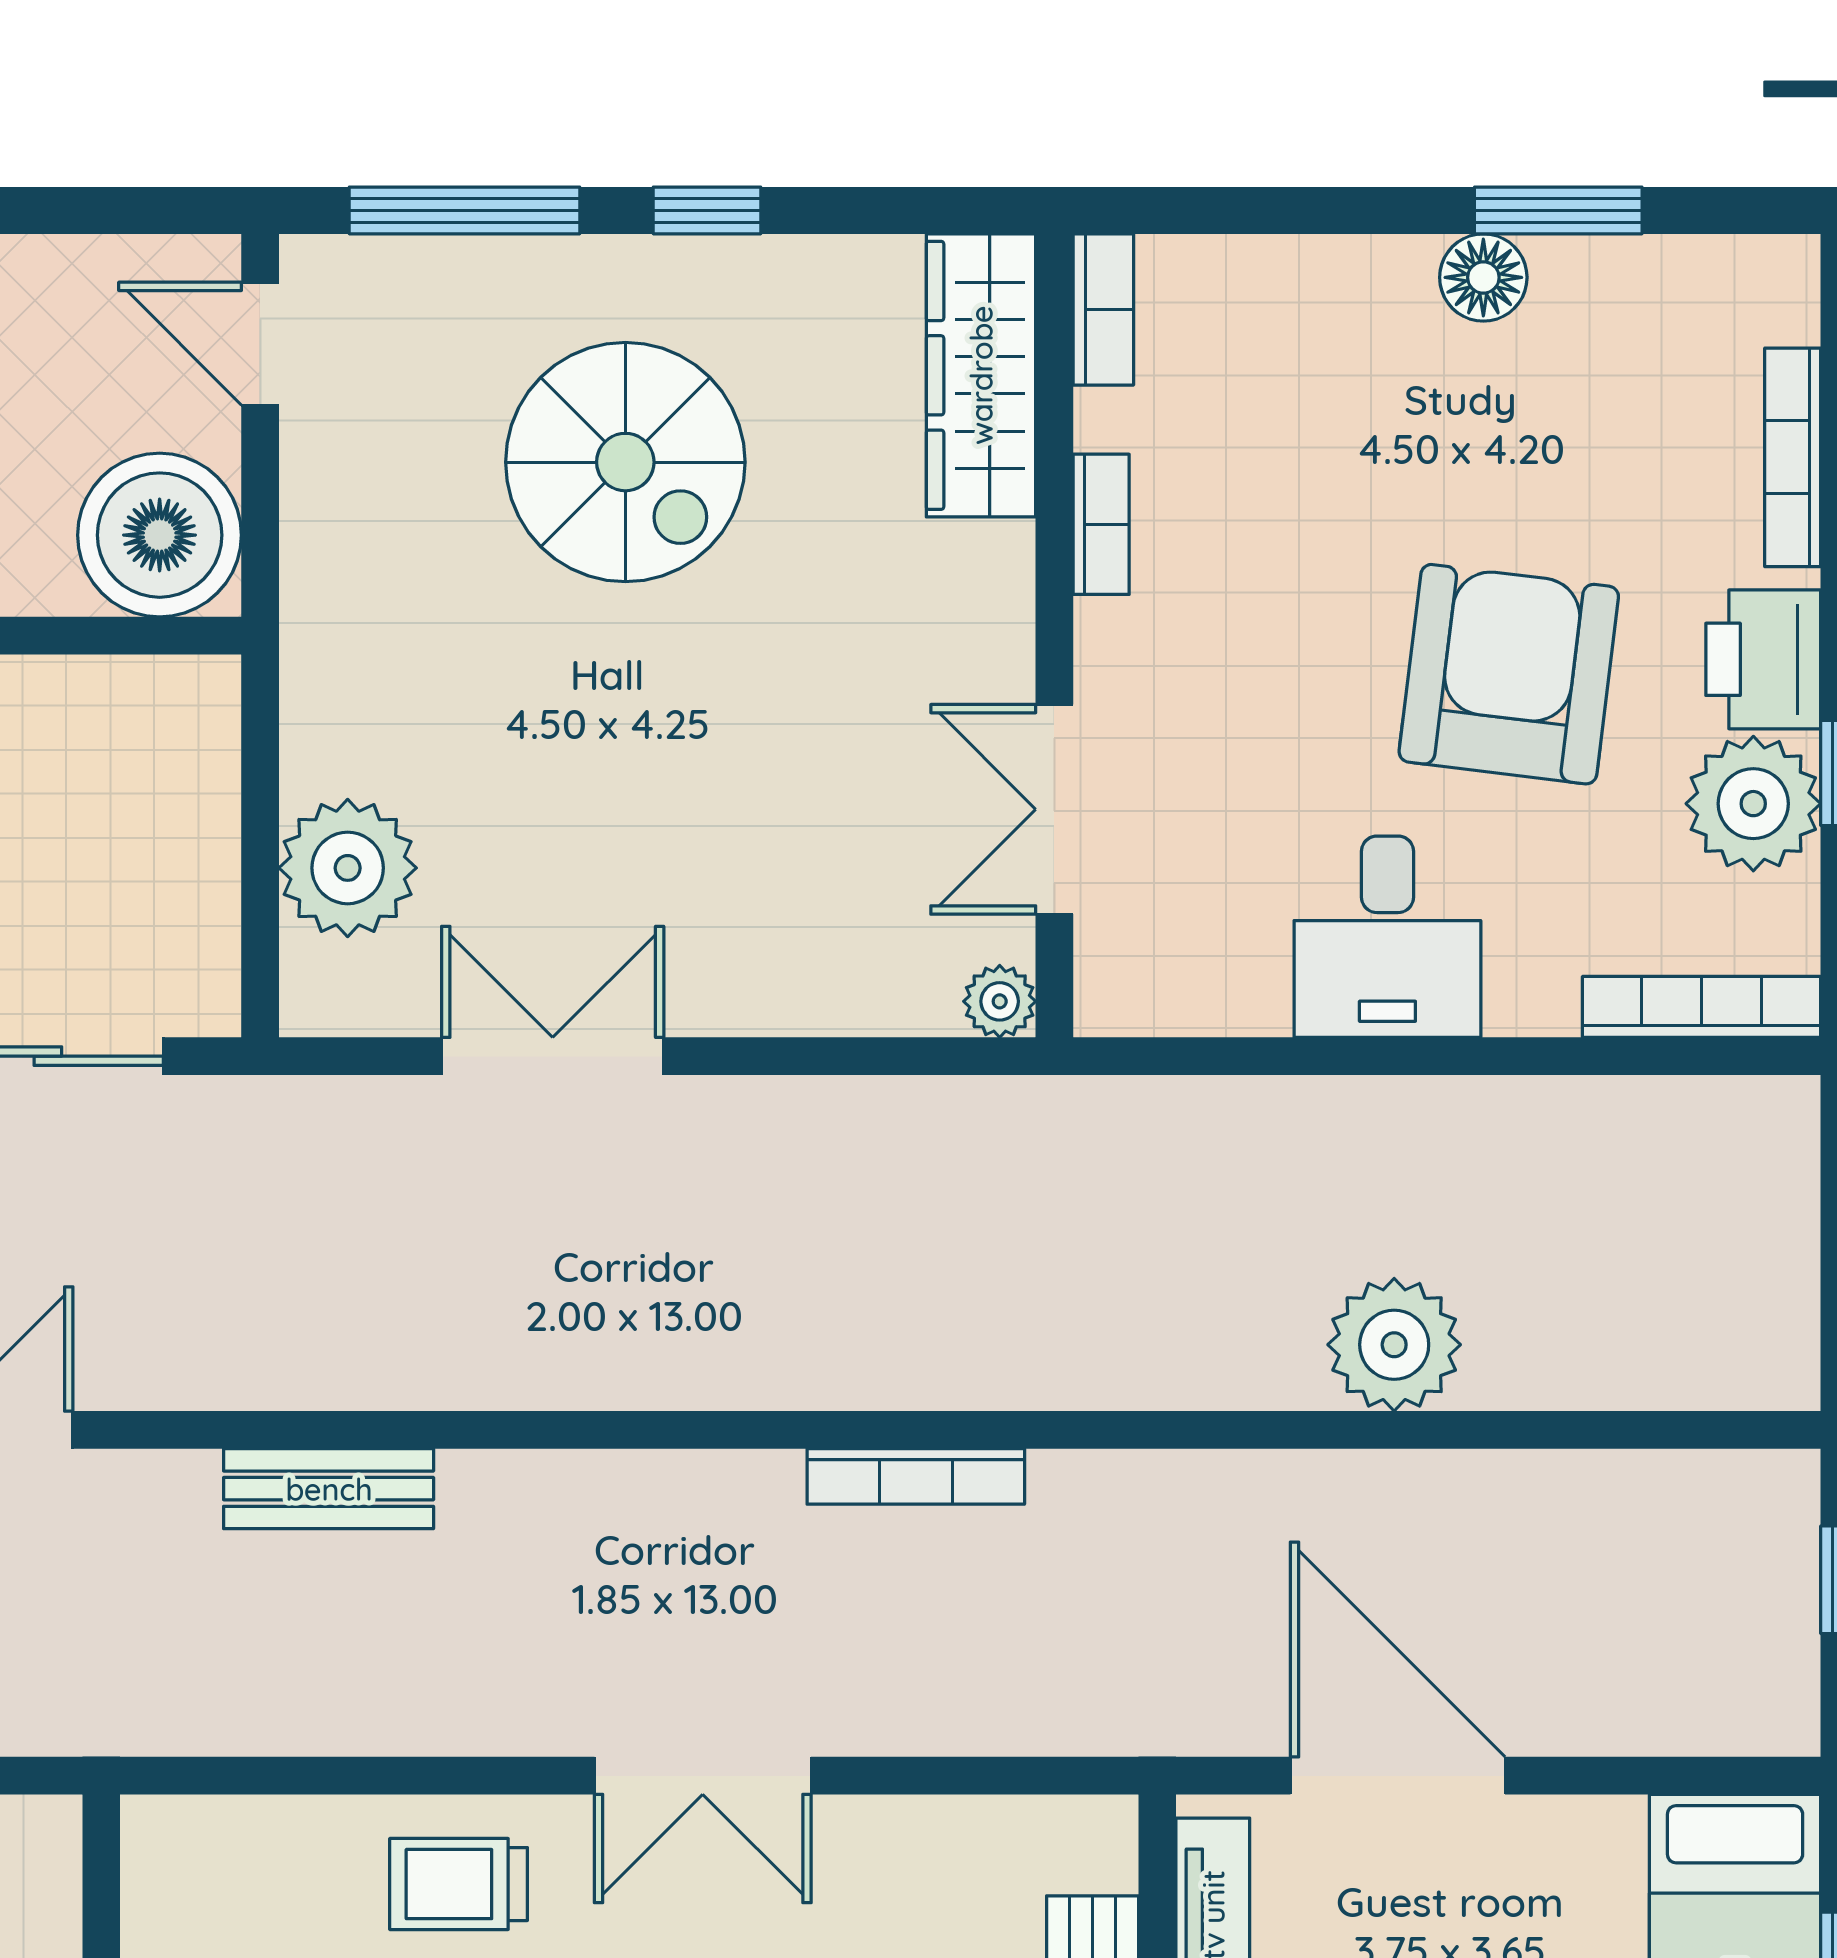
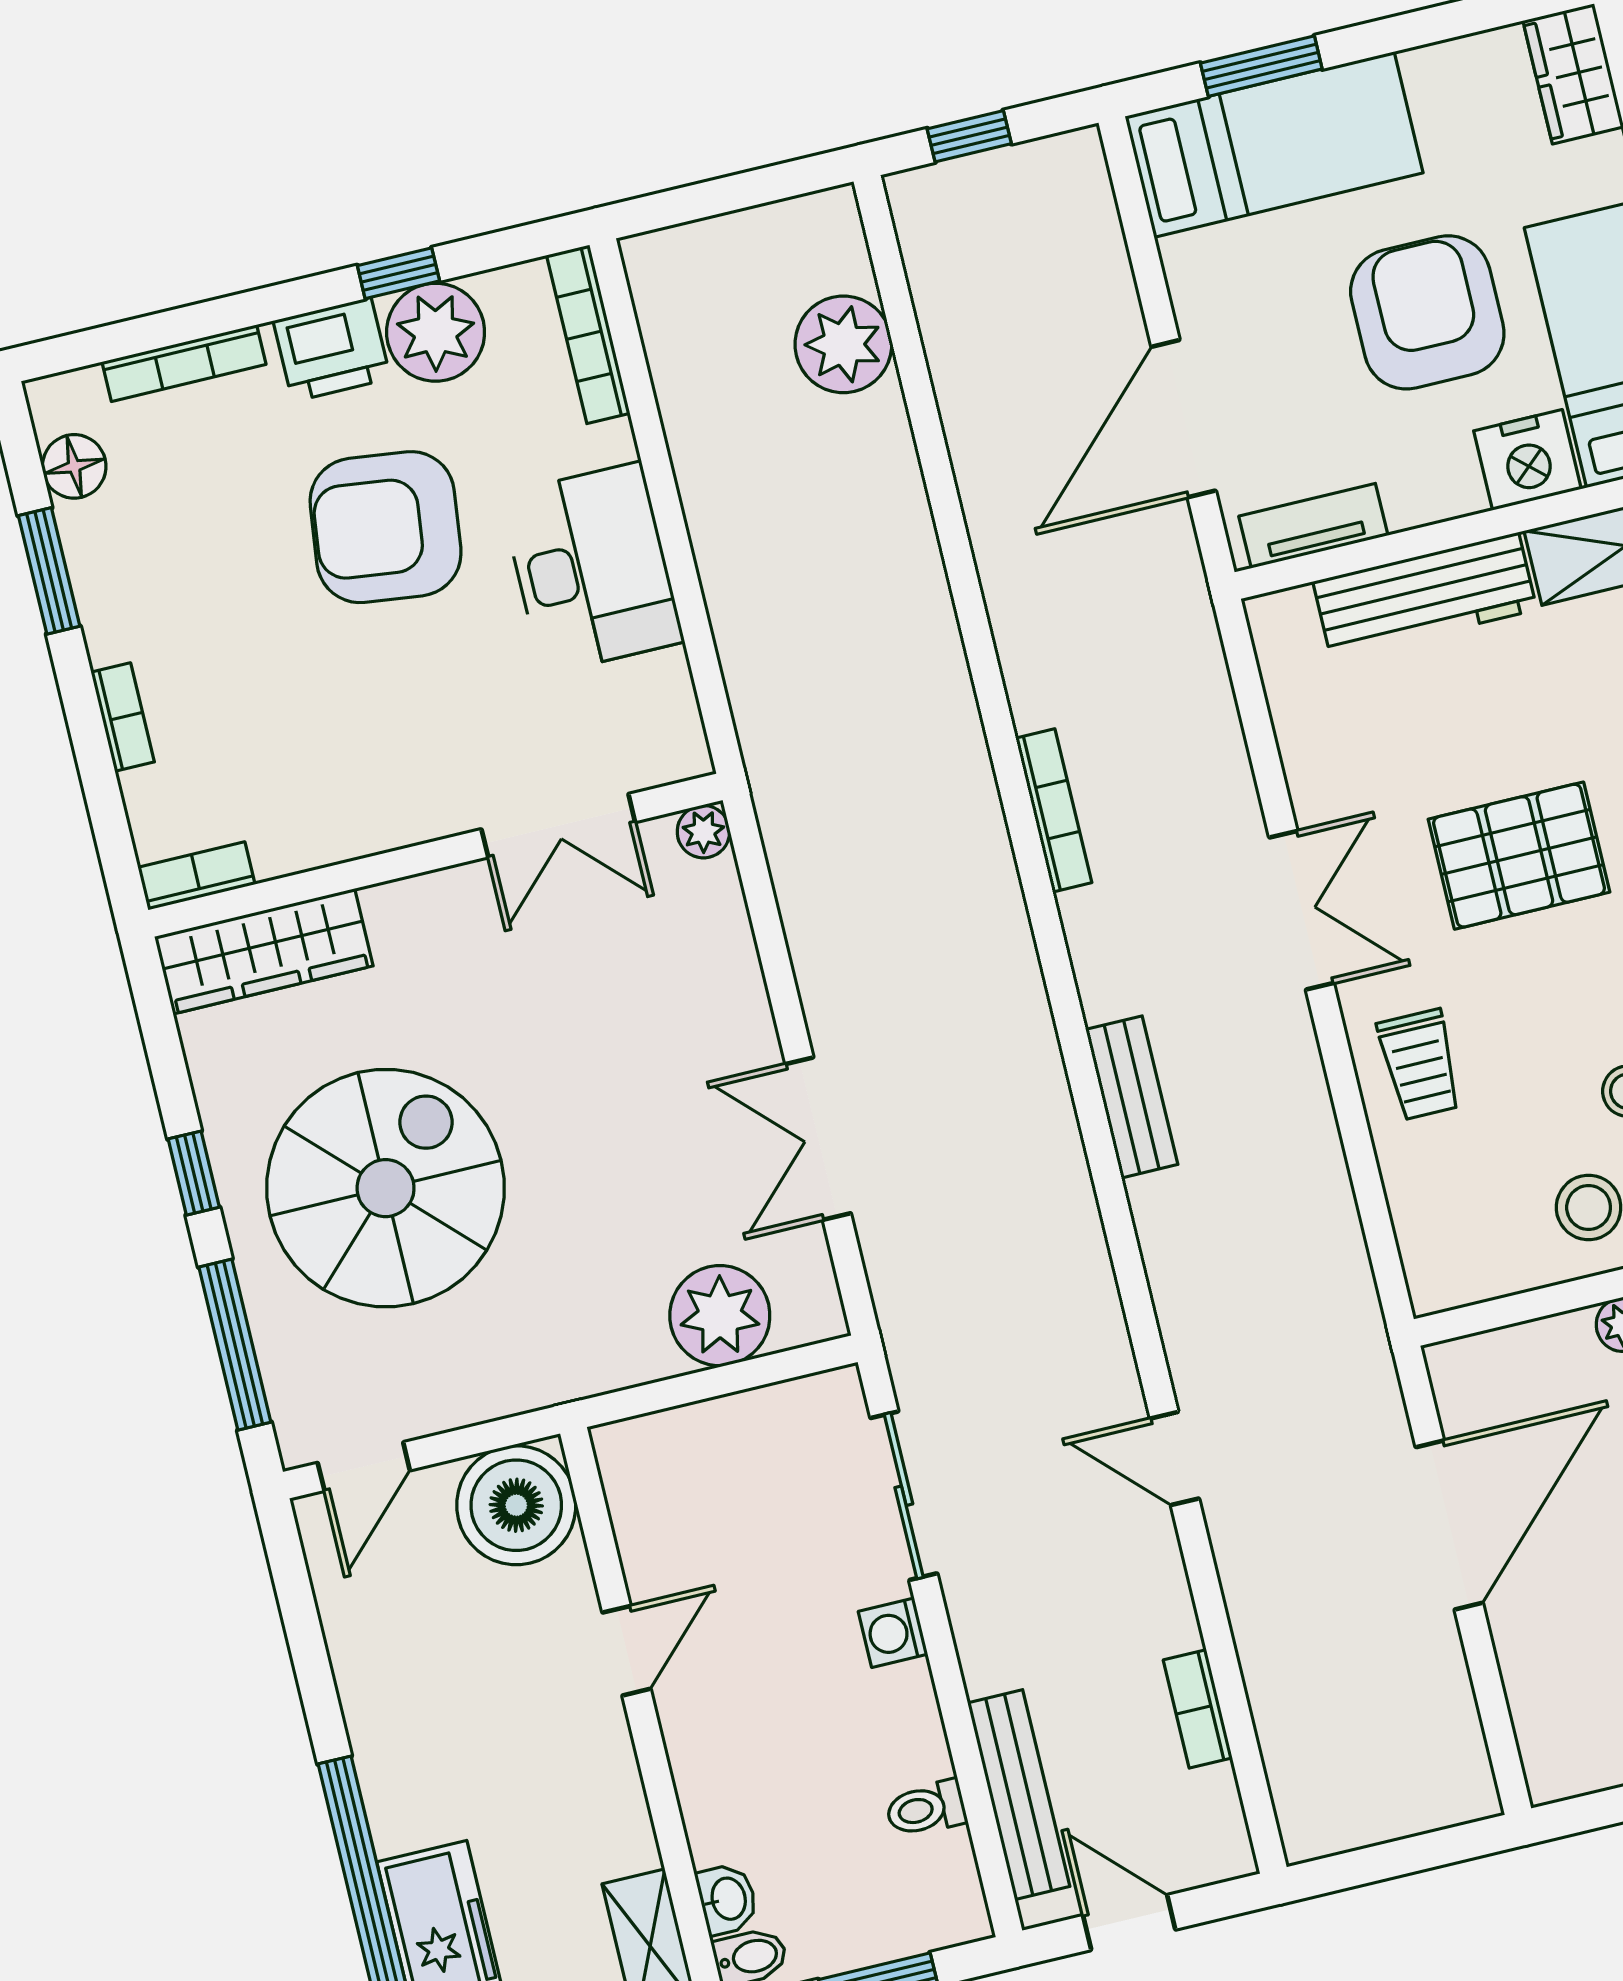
floor lamp: (1483, 277) -> (74, 466), moved
spiral stairs: (625, 462) -> (386, 1188), width x1.37, depth x1.37
bookcase: (1101, 524) -> (123, 717), moved, turned 90
desk: (1387, 937) -> (592, 568), width x1.37
plant: (1394, 1345) -> (843, 344), moved
bench: (329, 1489) -> (1132, 1097), moved

